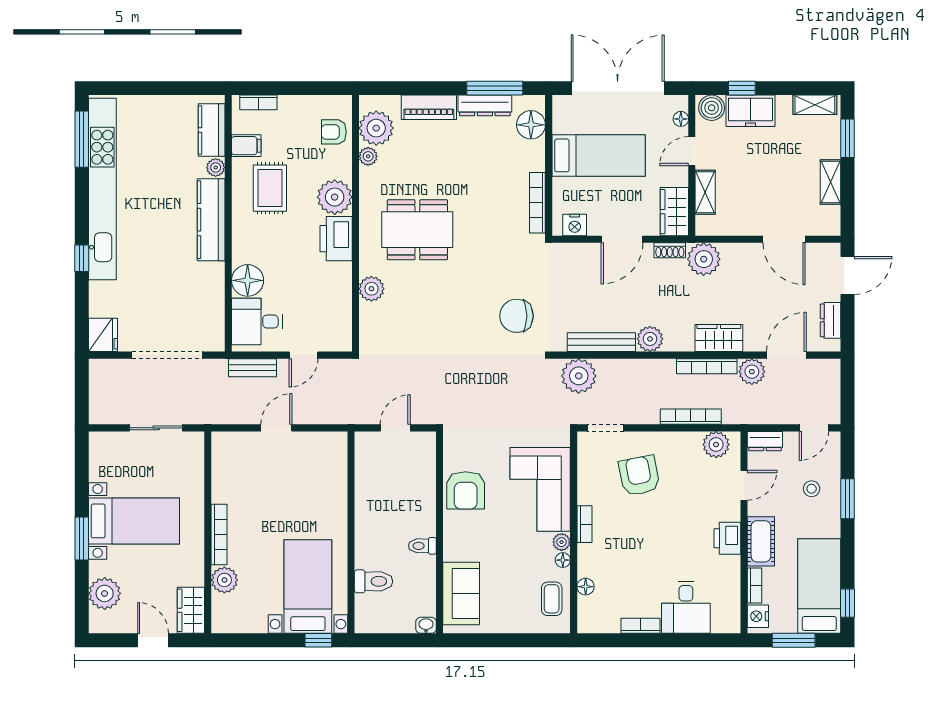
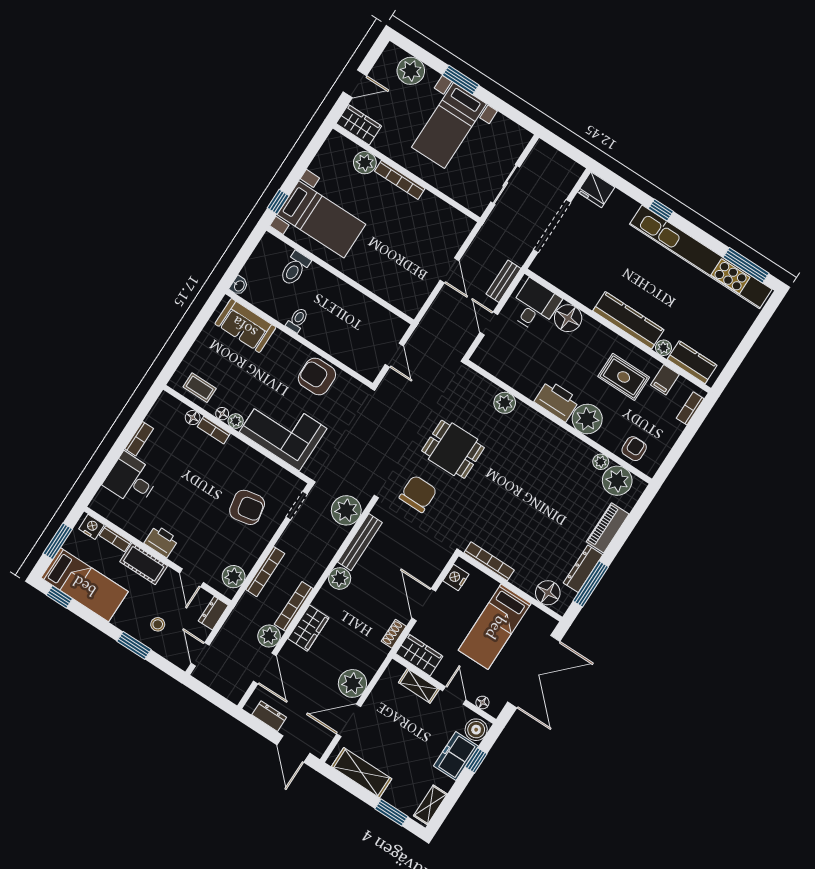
shelving: (831, 182) -> (362, 773), width x1.50, depth x1.33
dining table: (417, 230) -> (453, 449), moved, width x0.73
plant: (704, 259) -> (352, 683), moved
bookcase: (584, 524) -> (214, 430), moved

